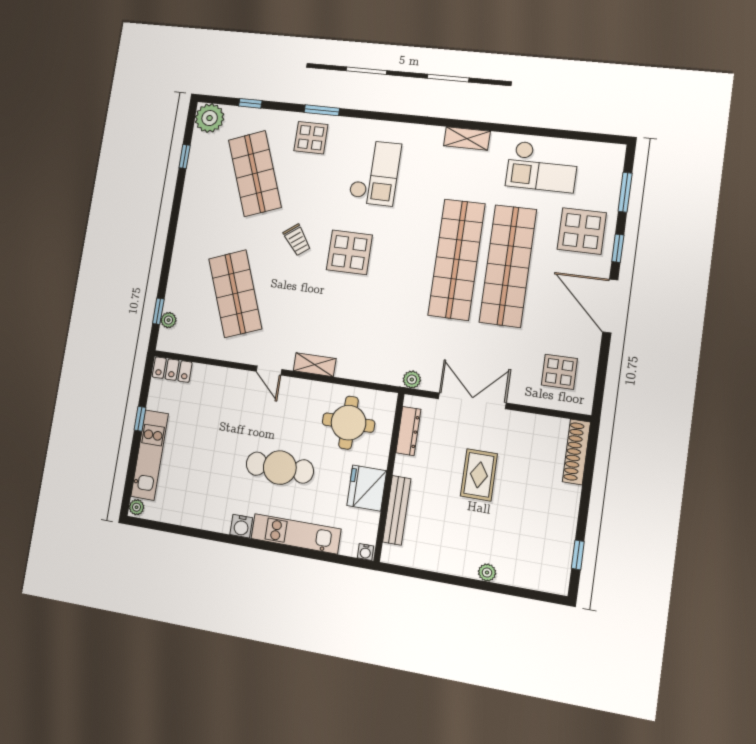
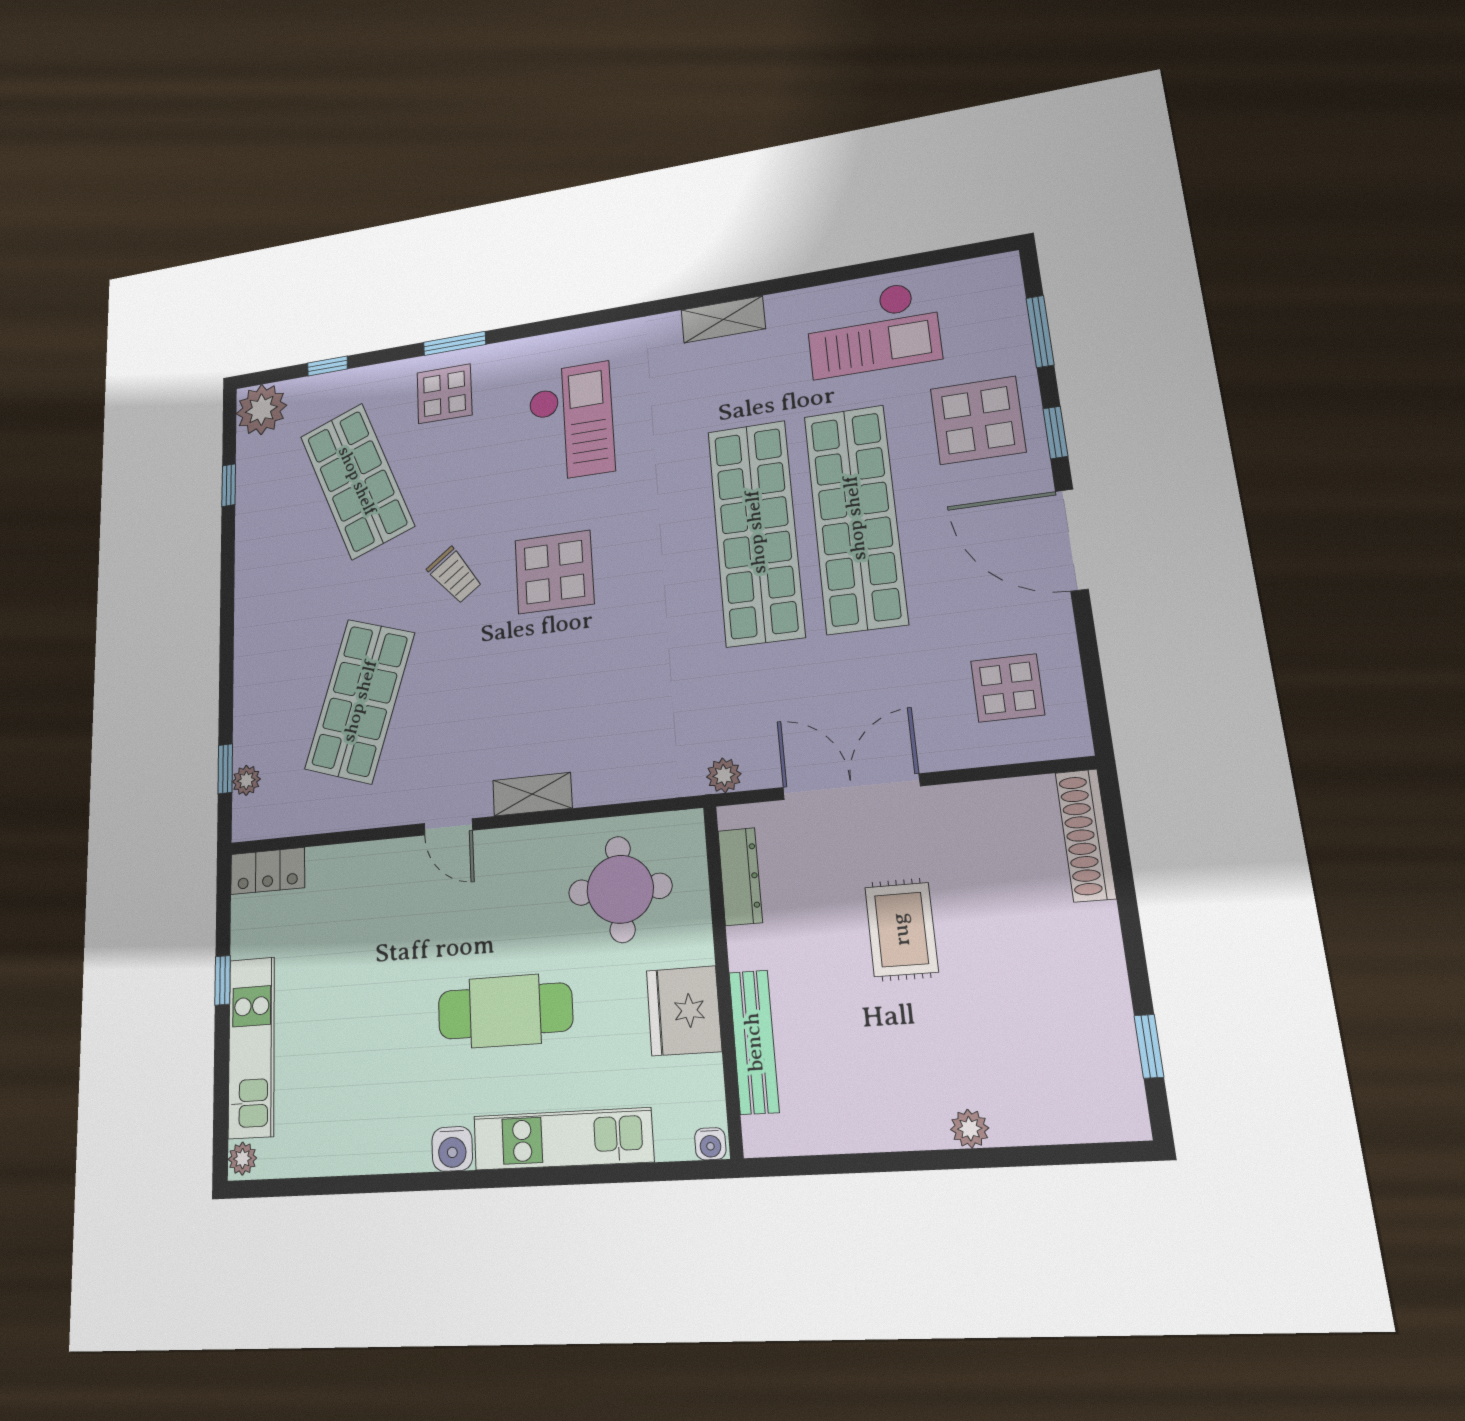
shop shelf: (235, 294) -> (360, 701), turned 39

